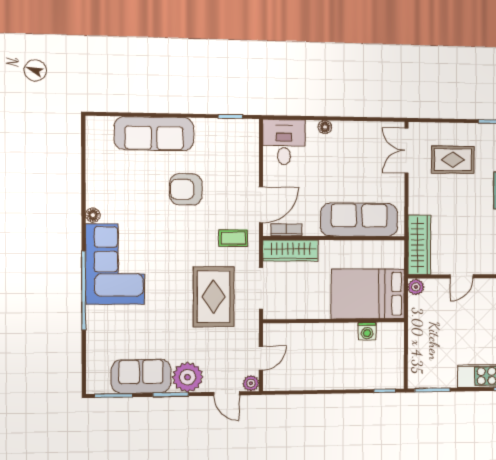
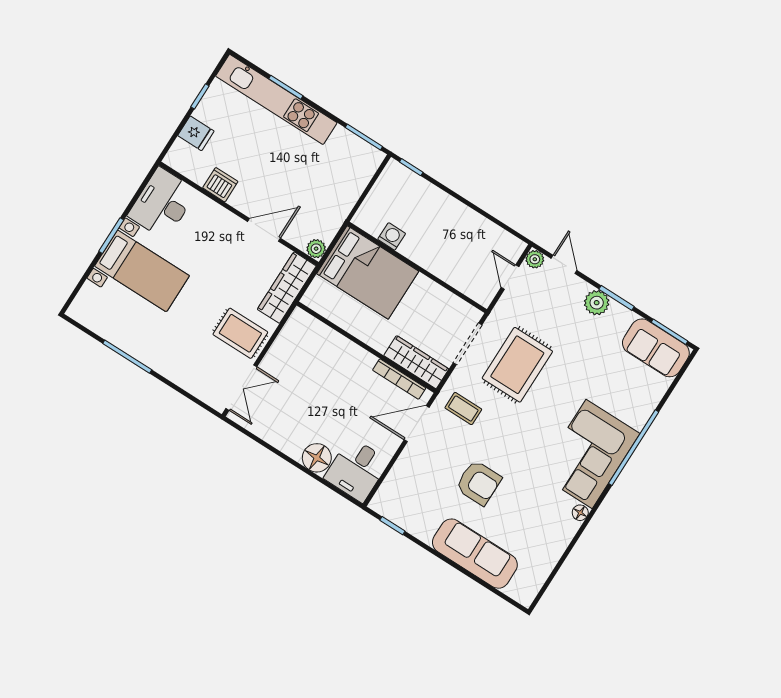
floor lamp: (325, 127) -> (317, 458), width x1.89, depth x1.89
rug: (453, 160) -> (240, 333), moved
sofa: (359, 220) -> (331, 350), removed
bookcase: (286, 230) -> (399, 379), width x1.56
door: (462, 276) -> (264, 230), width x1.38
door: (261, 358) -> (510, 277), hinge flipped
sofa: (141, 376) -> (656, 348), moved
plant: (188, 377) -> (597, 303), width x0.73, depth x0.73

